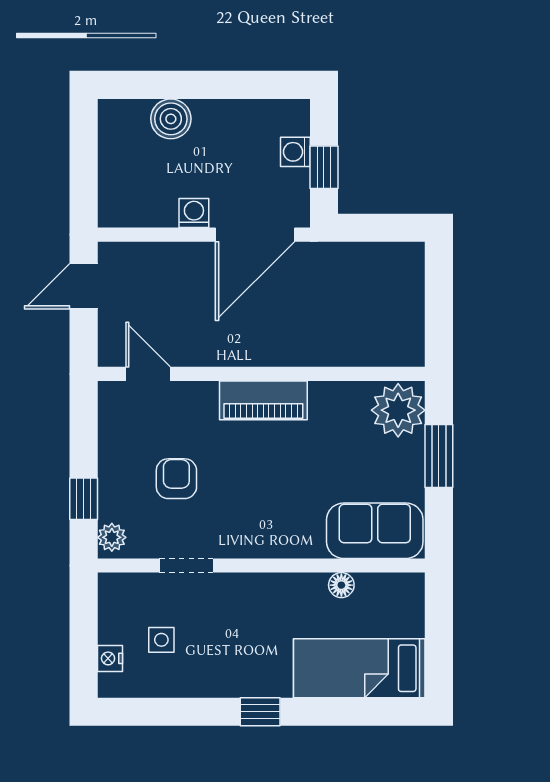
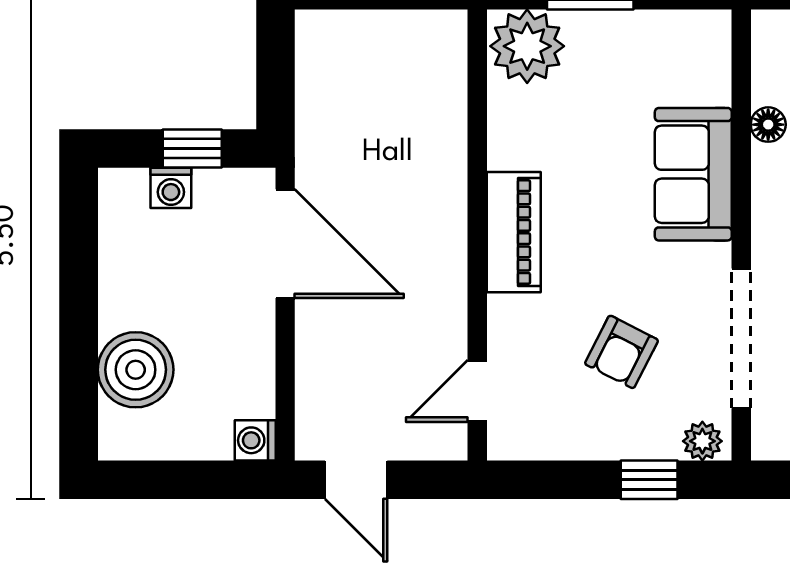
boiler: (171, 119) -> (136, 370), width x1.37, depth x1.37
washing machine: (194, 213) -> (255, 440), moved
armchair: (176, 479) -> (621, 352), turned -63
sofa: (375, 531) -> (693, 174), moved
doorway: (186, 566) -> (741, 338), width x1.88

